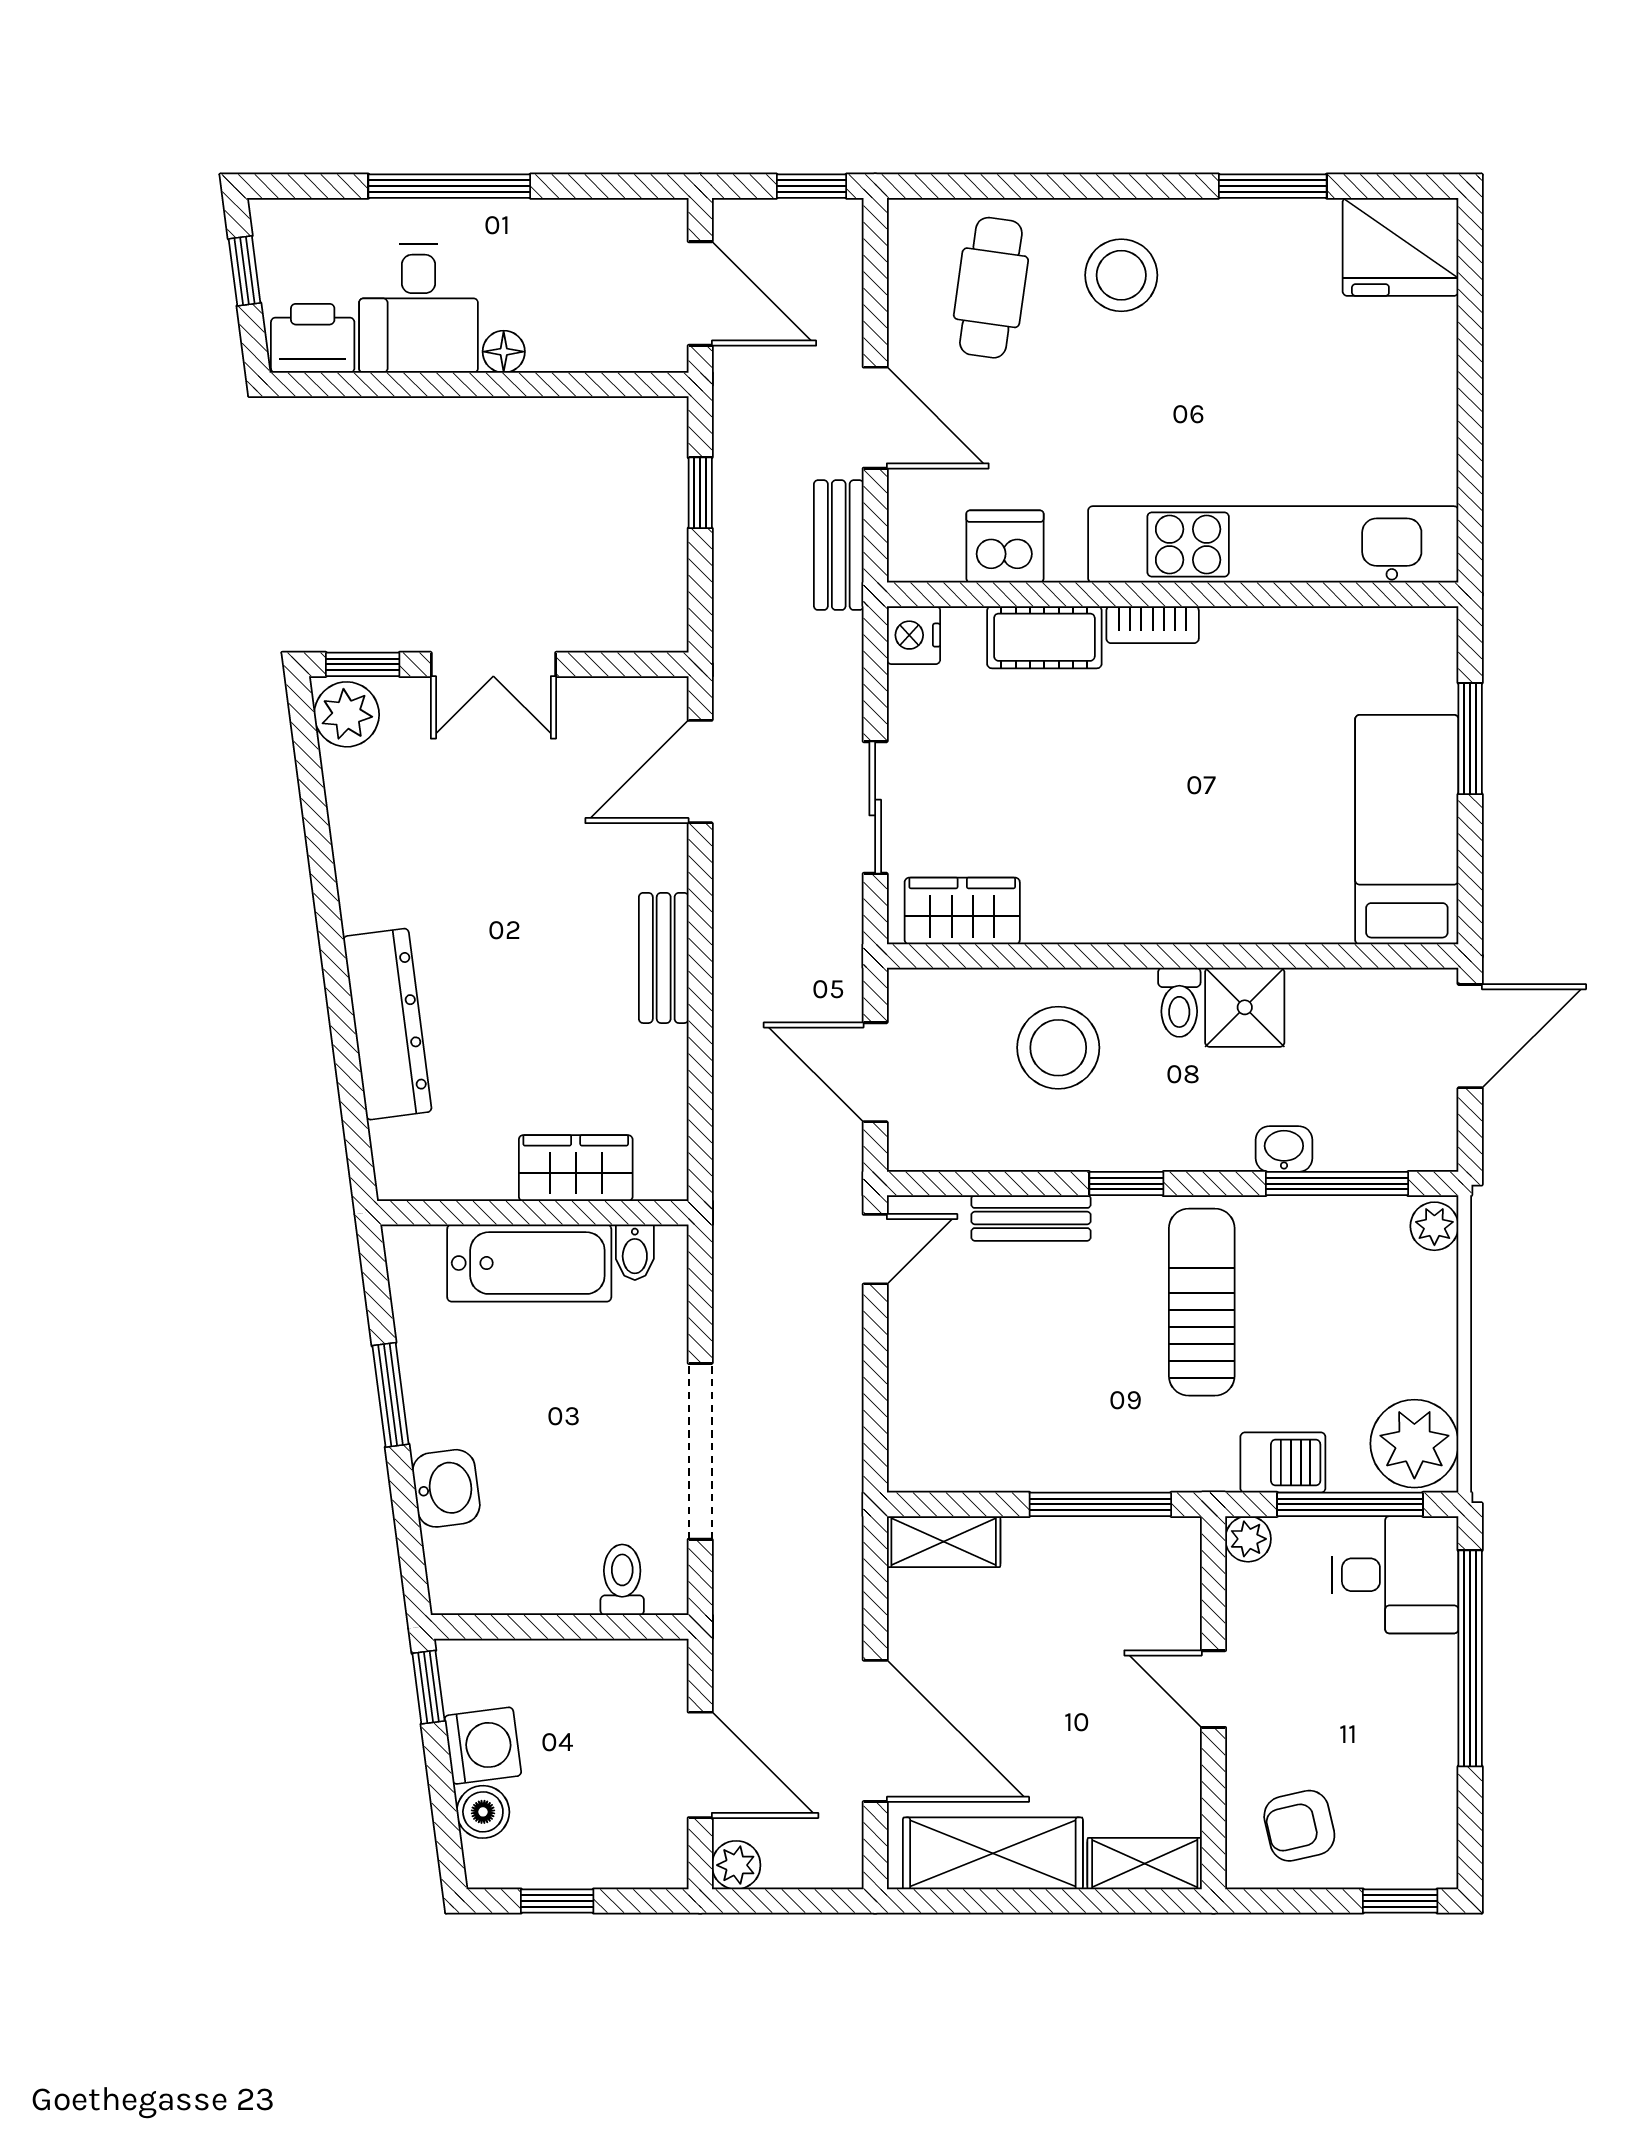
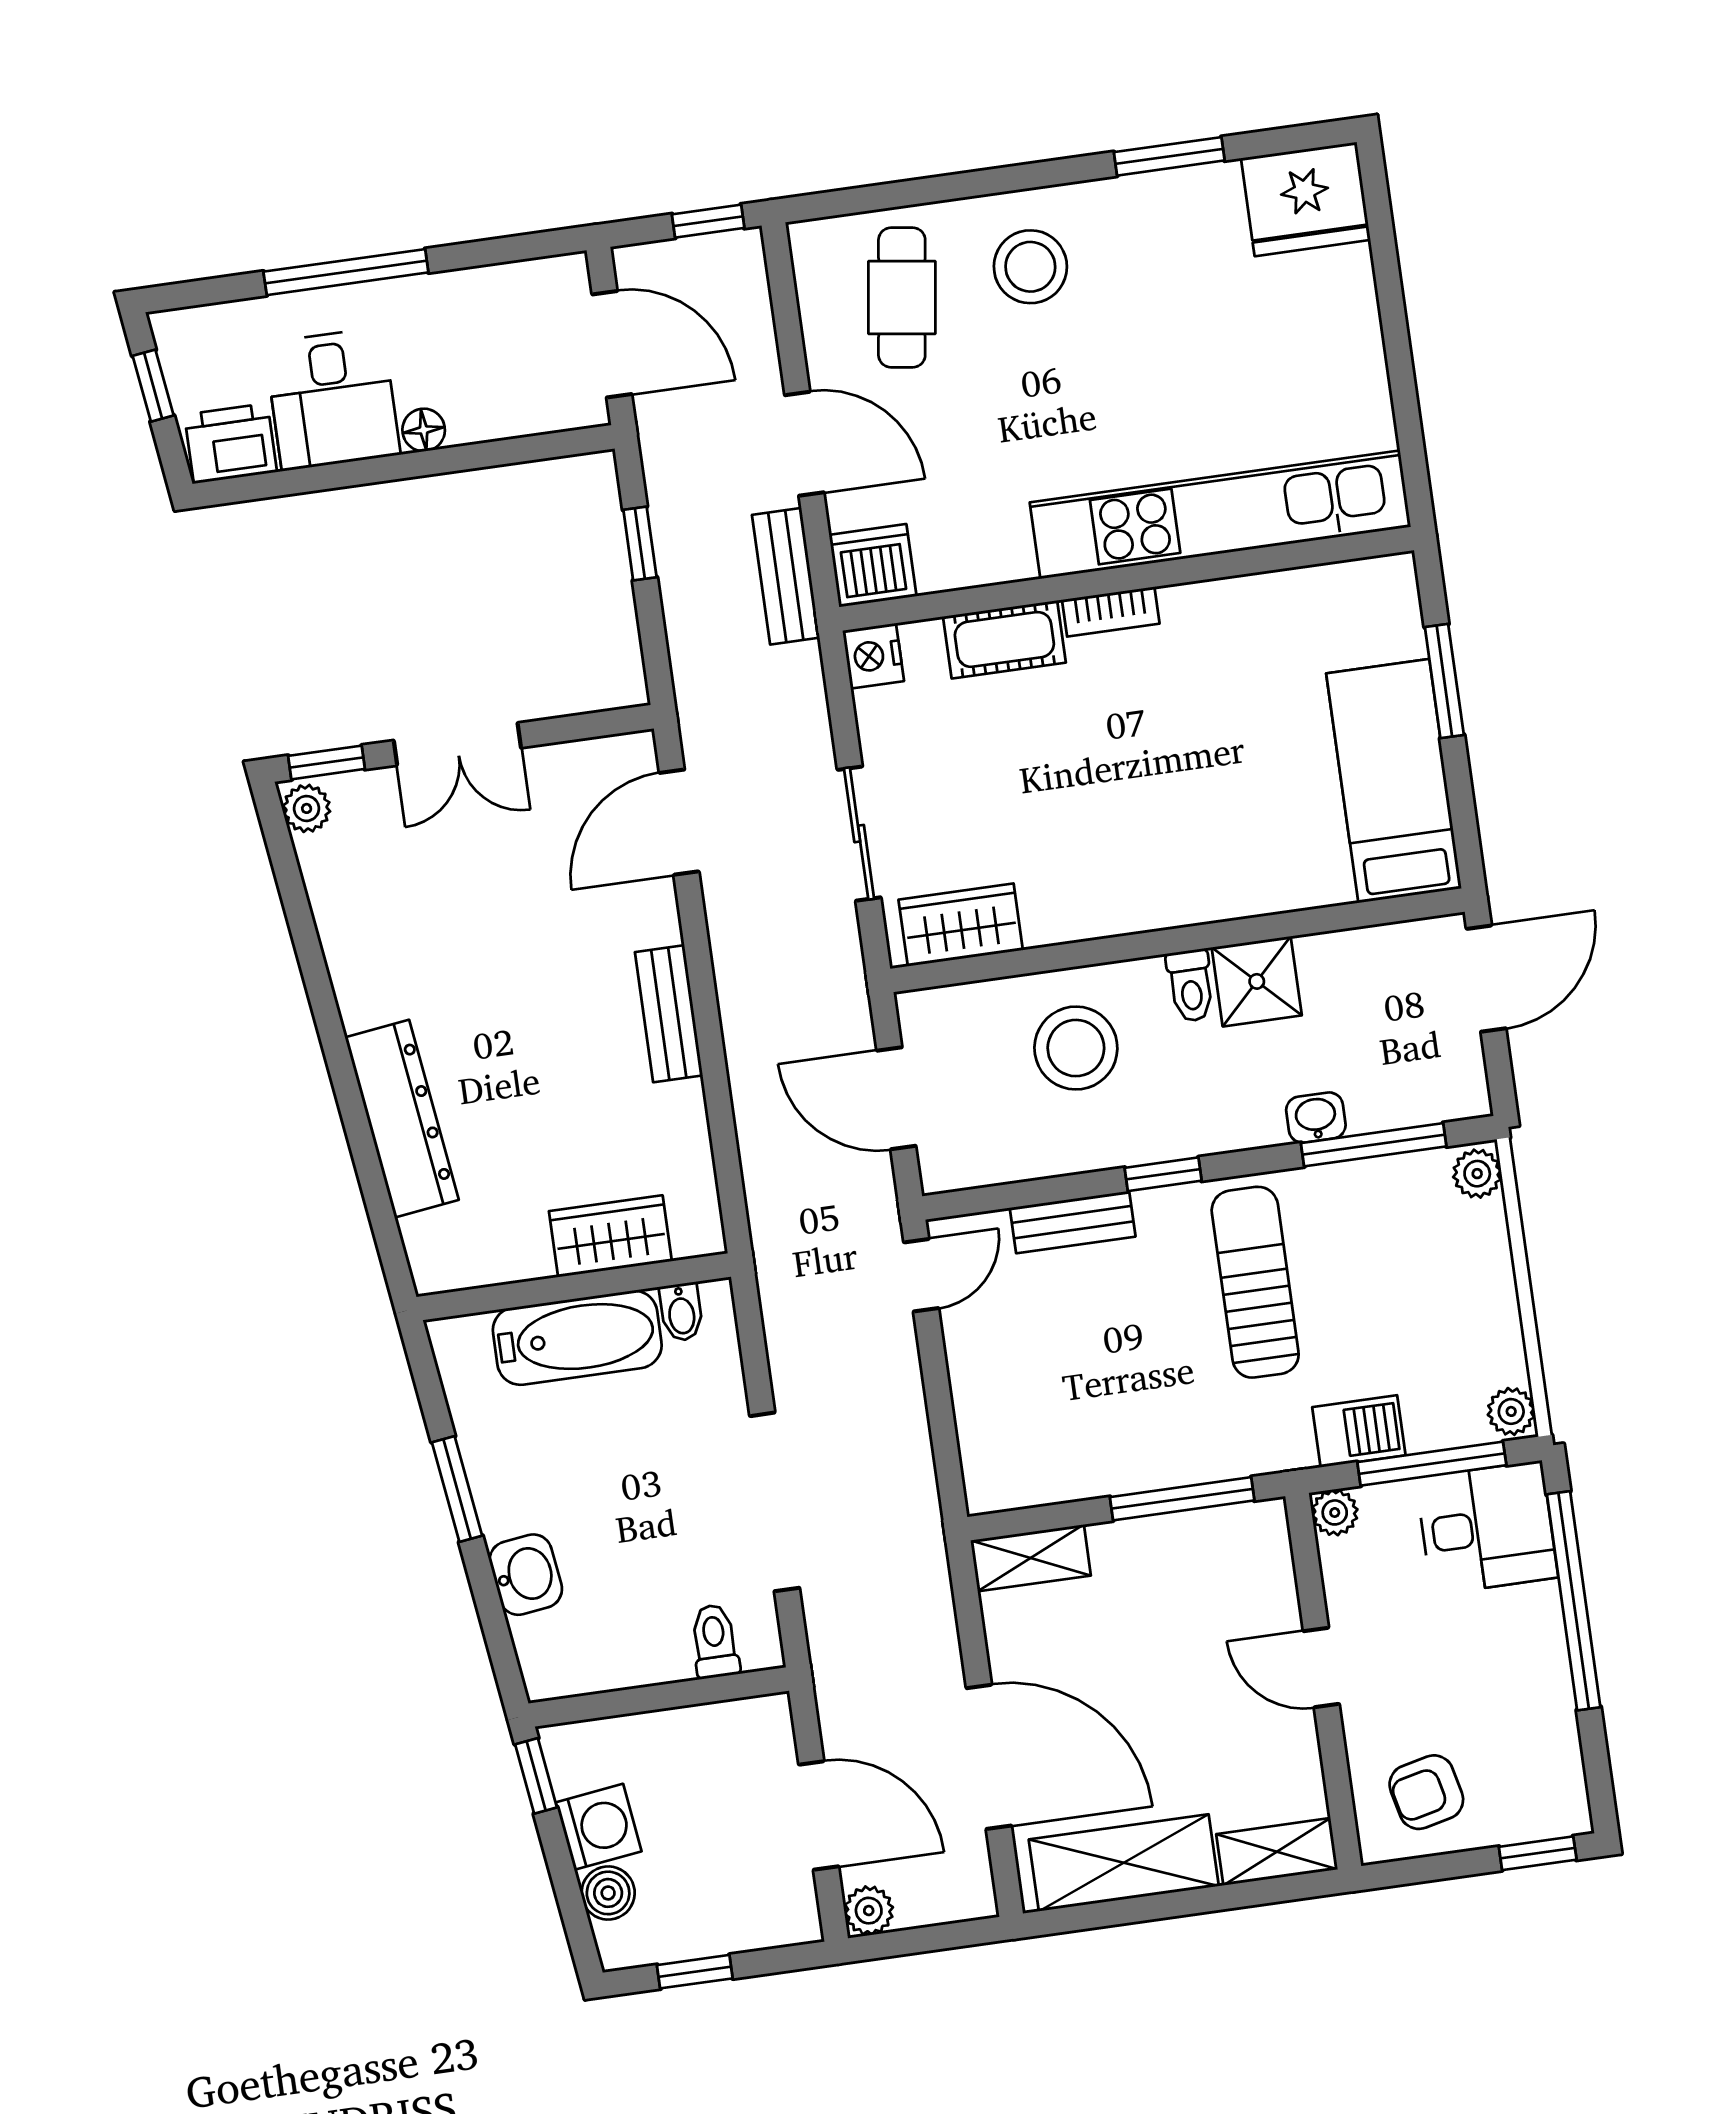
dishwasher: (1005, 547) -> (873, 566), moved
plant: (347, 714) -> (307, 808), width x0.73, depth x0.73
plant: (1414, 1444) -> (1511, 1411), width x0.53, depth x0.53

